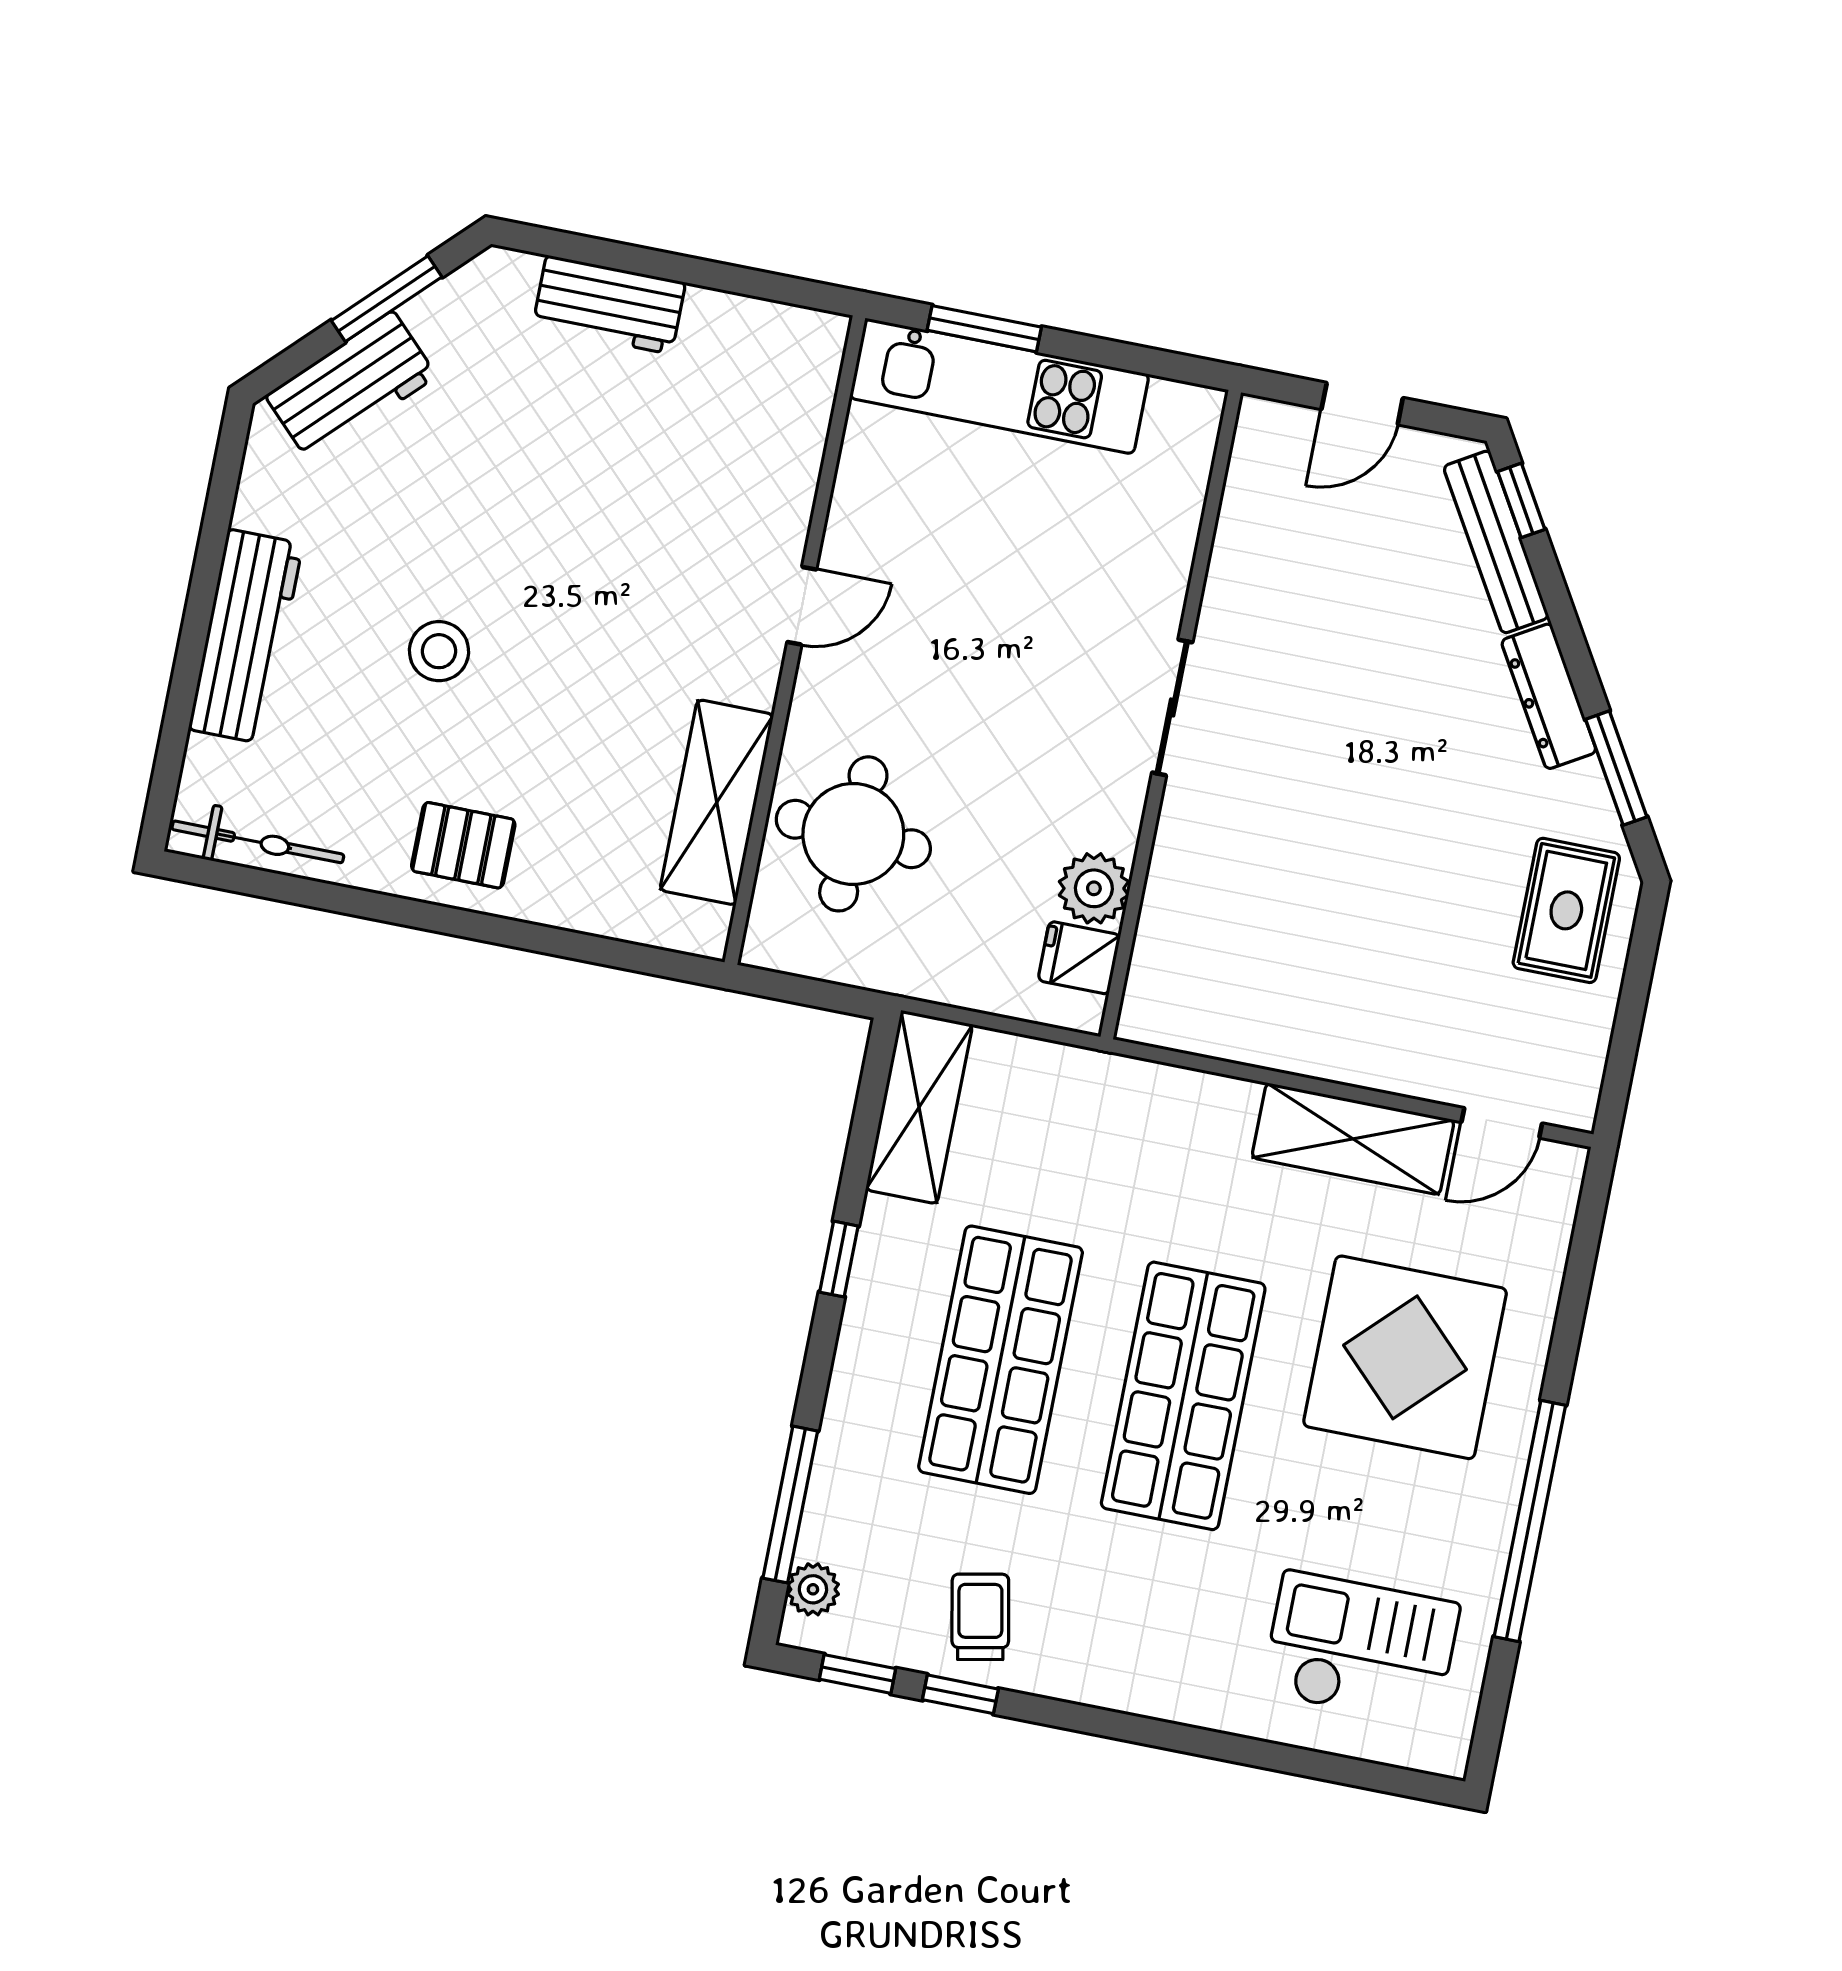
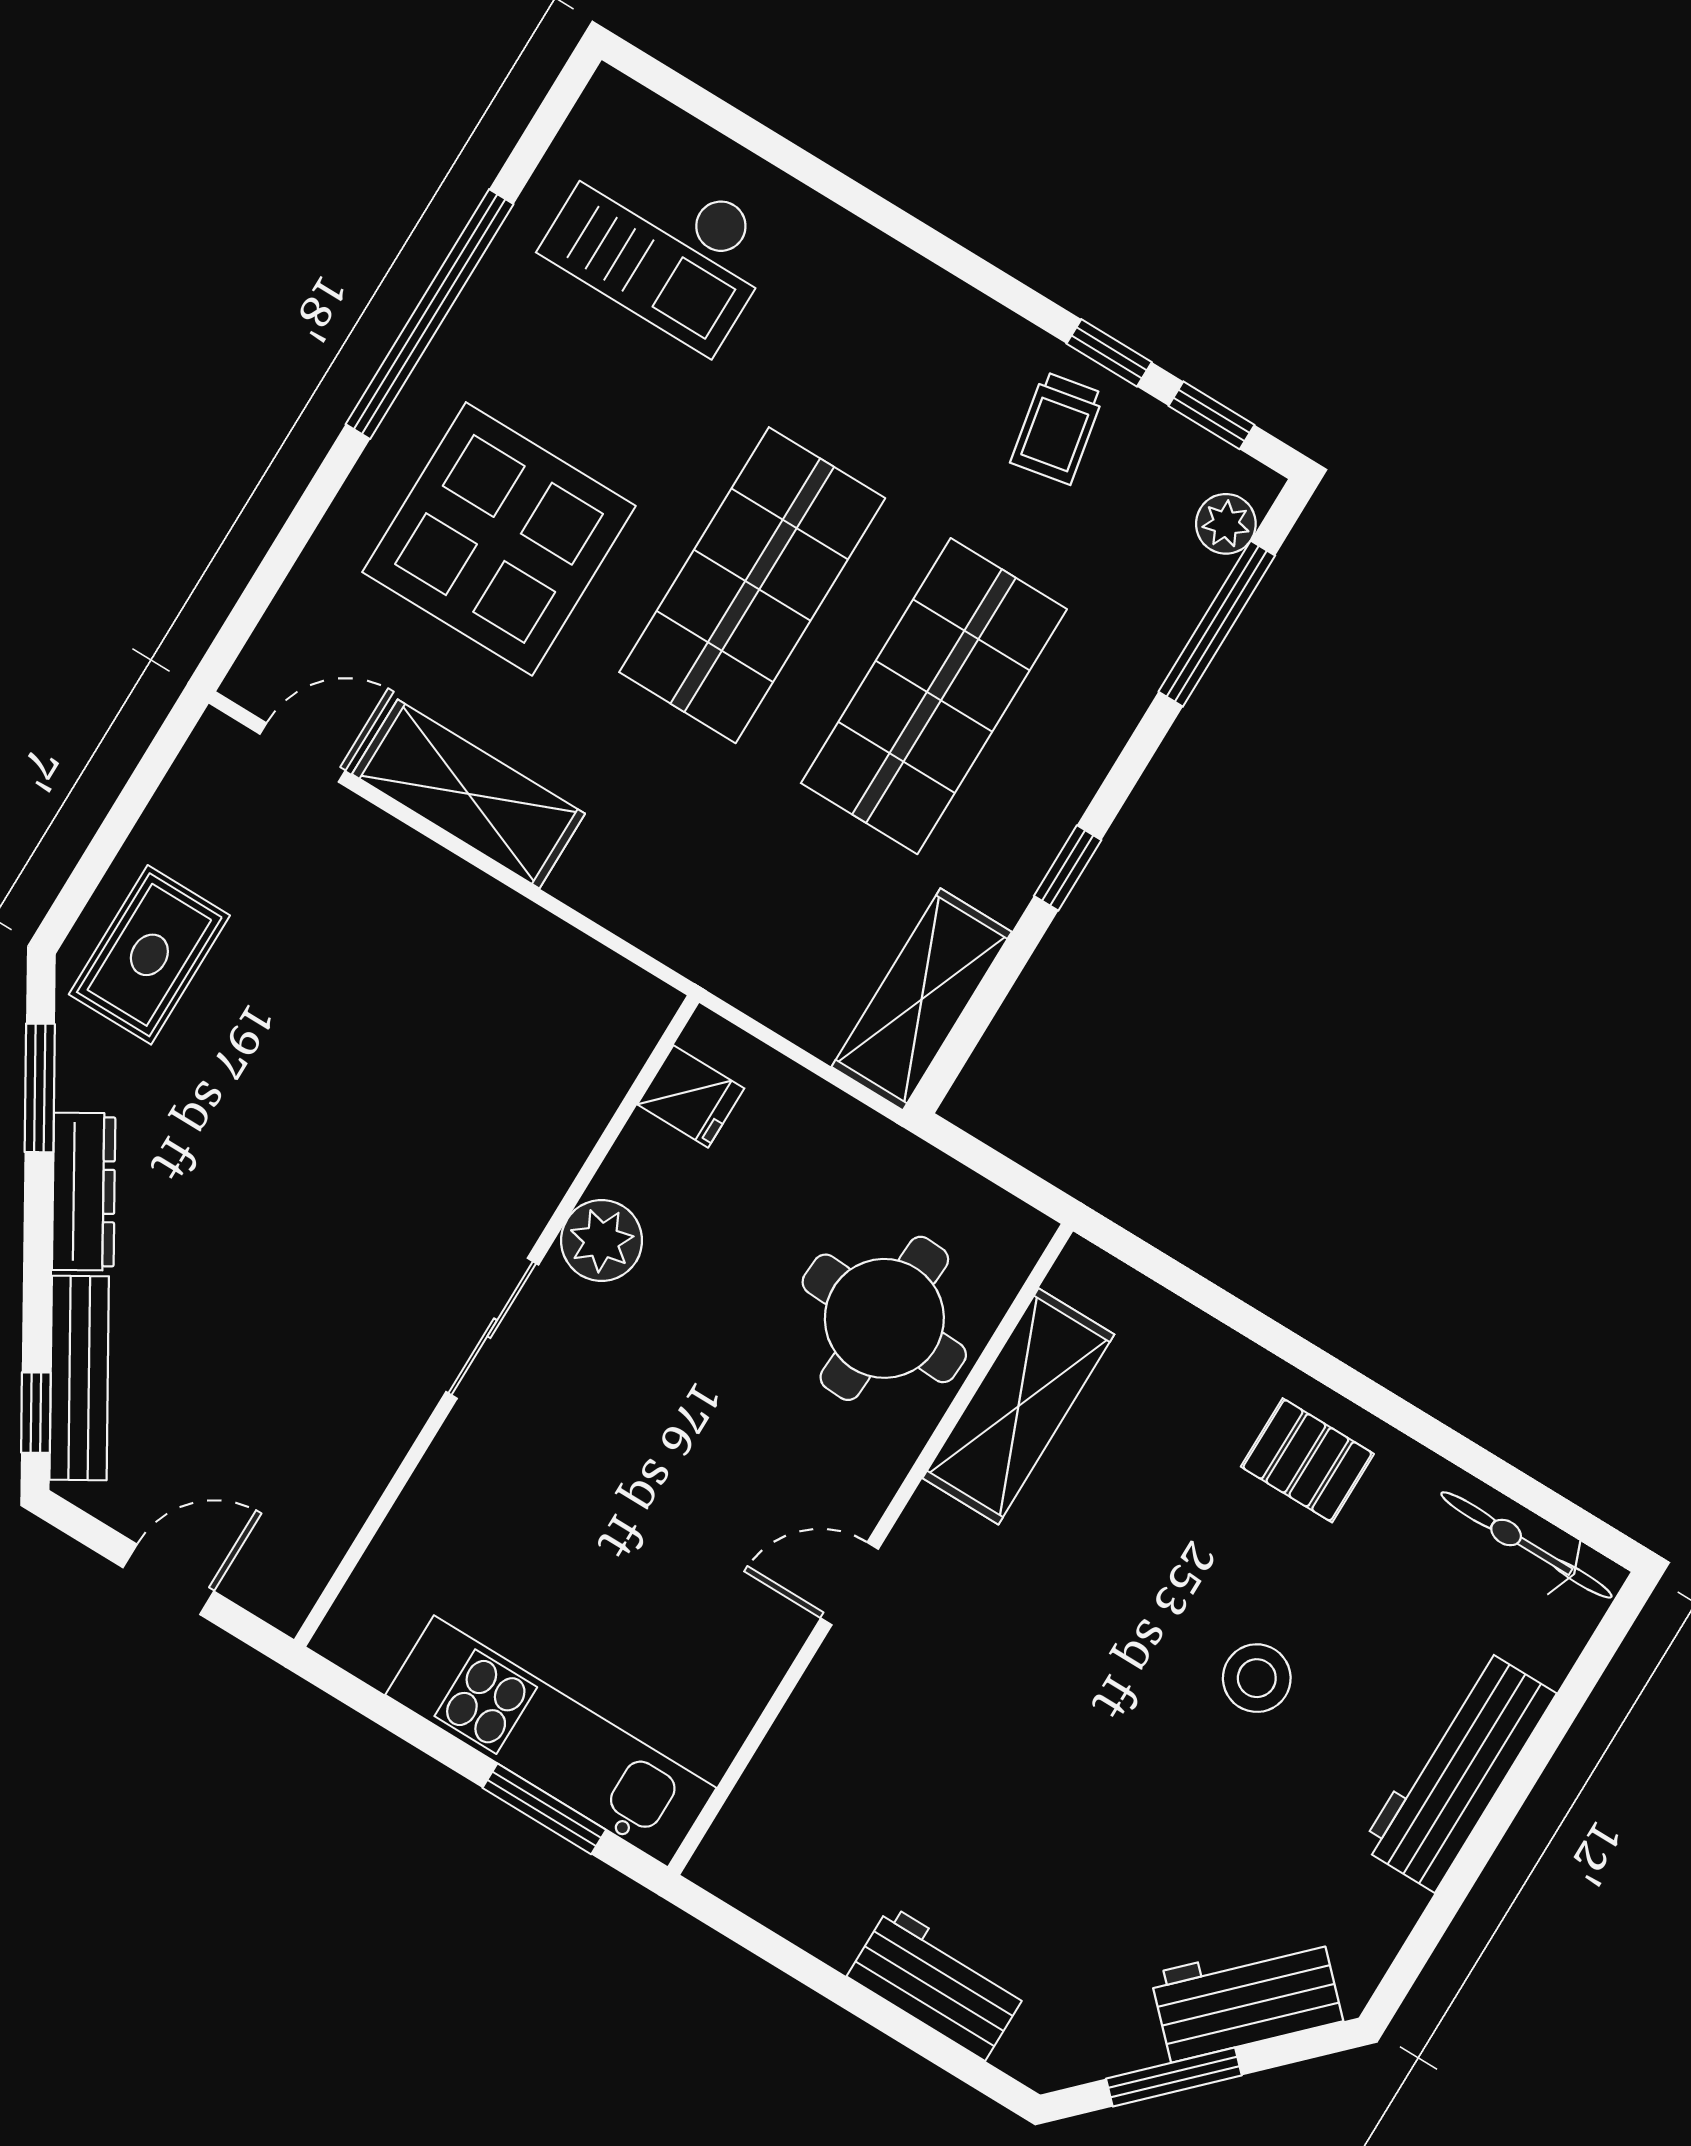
plant: (1094, 888) -> (602, 1240), moved

